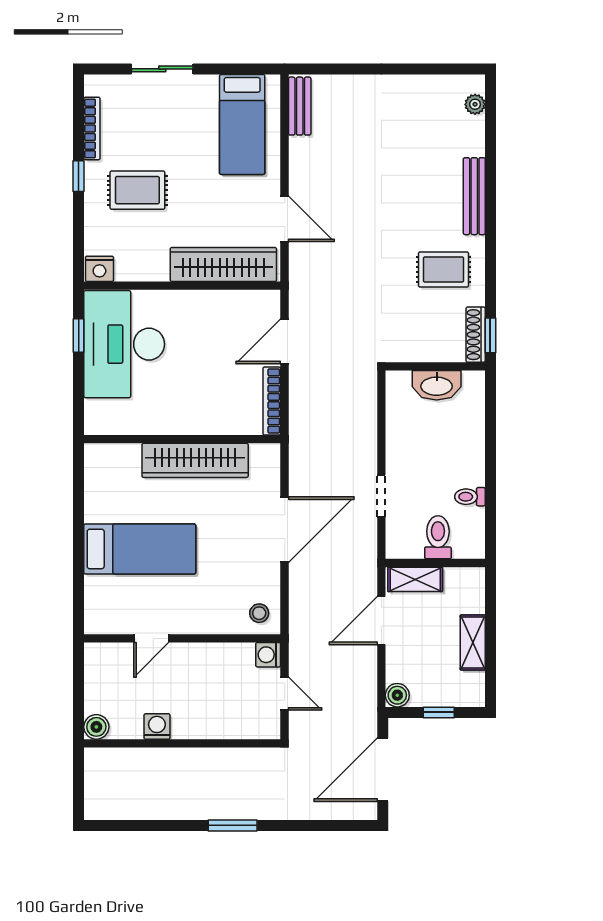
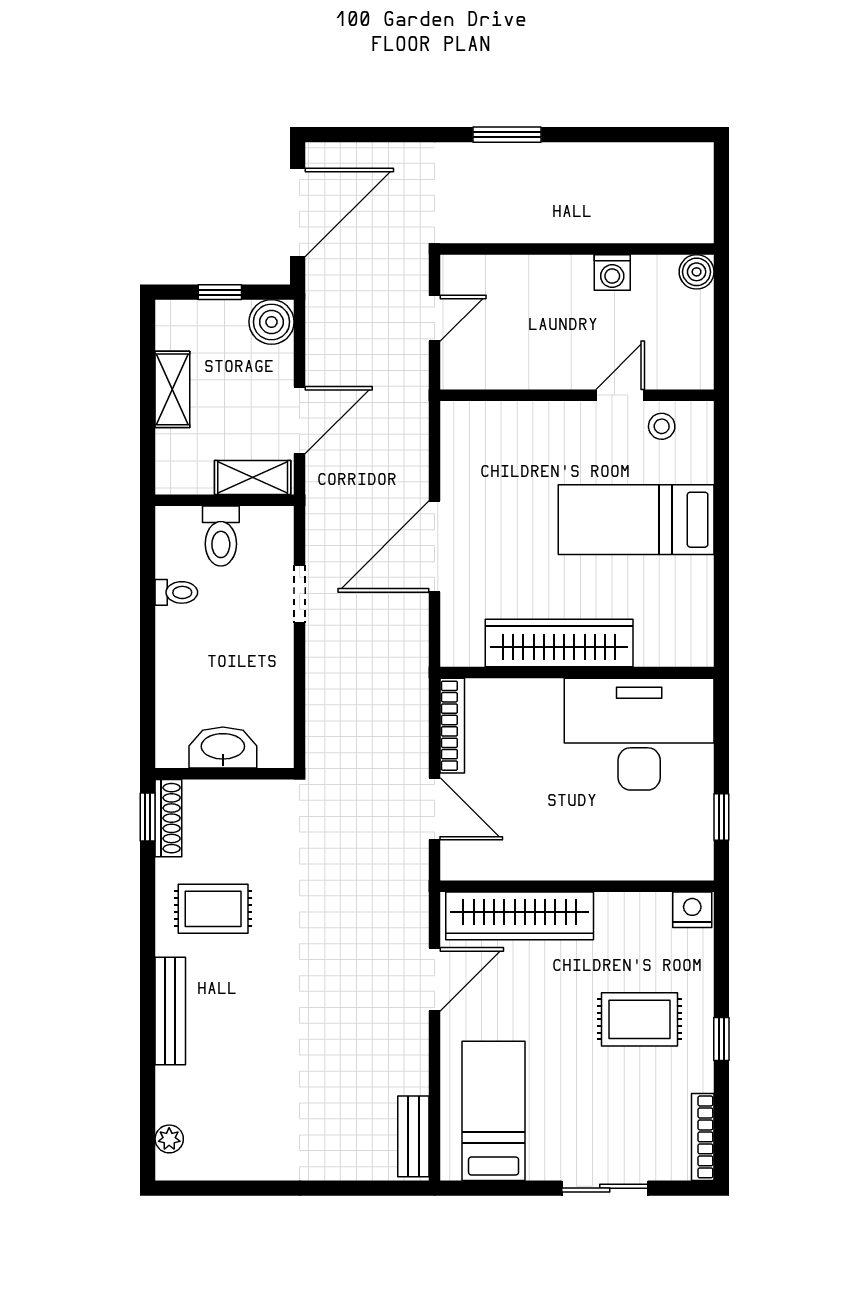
bookcase: (92, 128) -> (703, 1137), moved
door: (285, 219) -> (435, 979), swing flipped
door: (285, 341) -> (435, 809), hinge flipped
desk: (124, 344) -> (639, 734), moved, turned -90
stool: (259, 613) -> (662, 426), moved
washing machine: (268, 655) -> (457, 372), removed
door: (285, 694) -> (435, 318), swing flipped
boiler: (397, 695) -> (272, 322), width x1.36, depth x1.36

